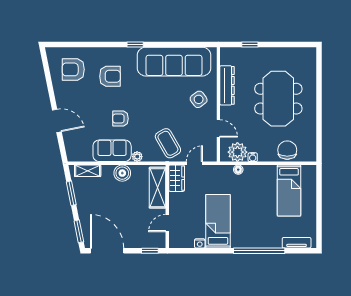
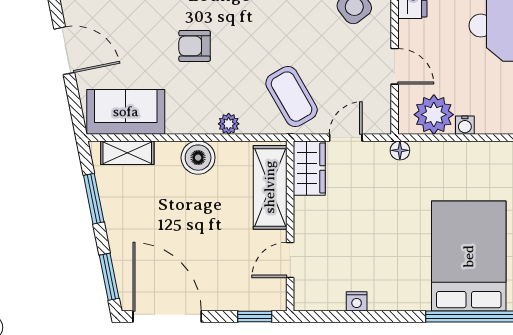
sofa: (112, 151) -> (126, 112), moved
floor lamp: (238, 170) -> (400, 150), moved
bed: (218, 221) -> (469, 256), moved, width x1.50

